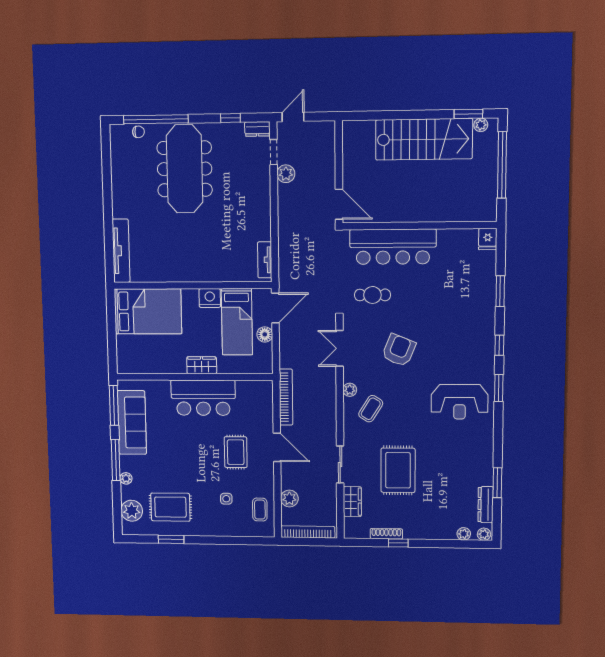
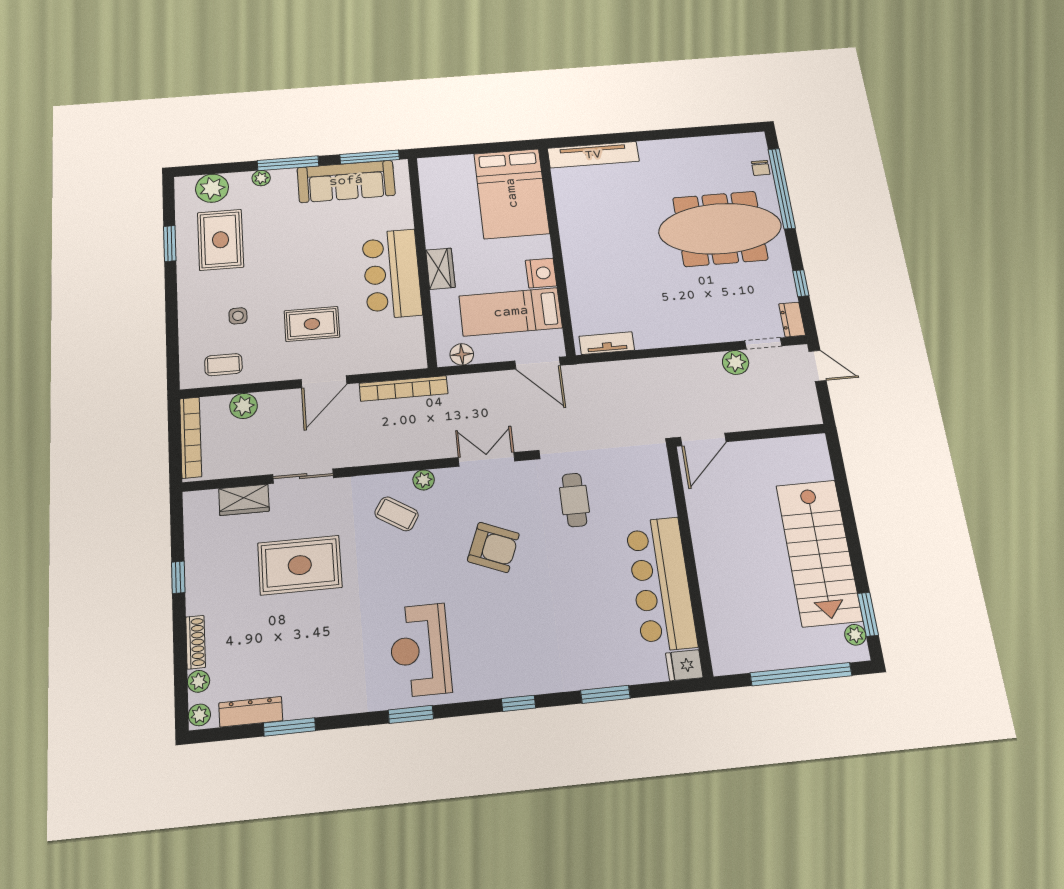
bar counter: (393, 247) -> (661, 584), moved
floor lamp: (265, 334) -> (462, 354), moved
window: (499, 388) -> (411, 714), moved
shoe rack: (386, 534) -> (196, 642), moved

